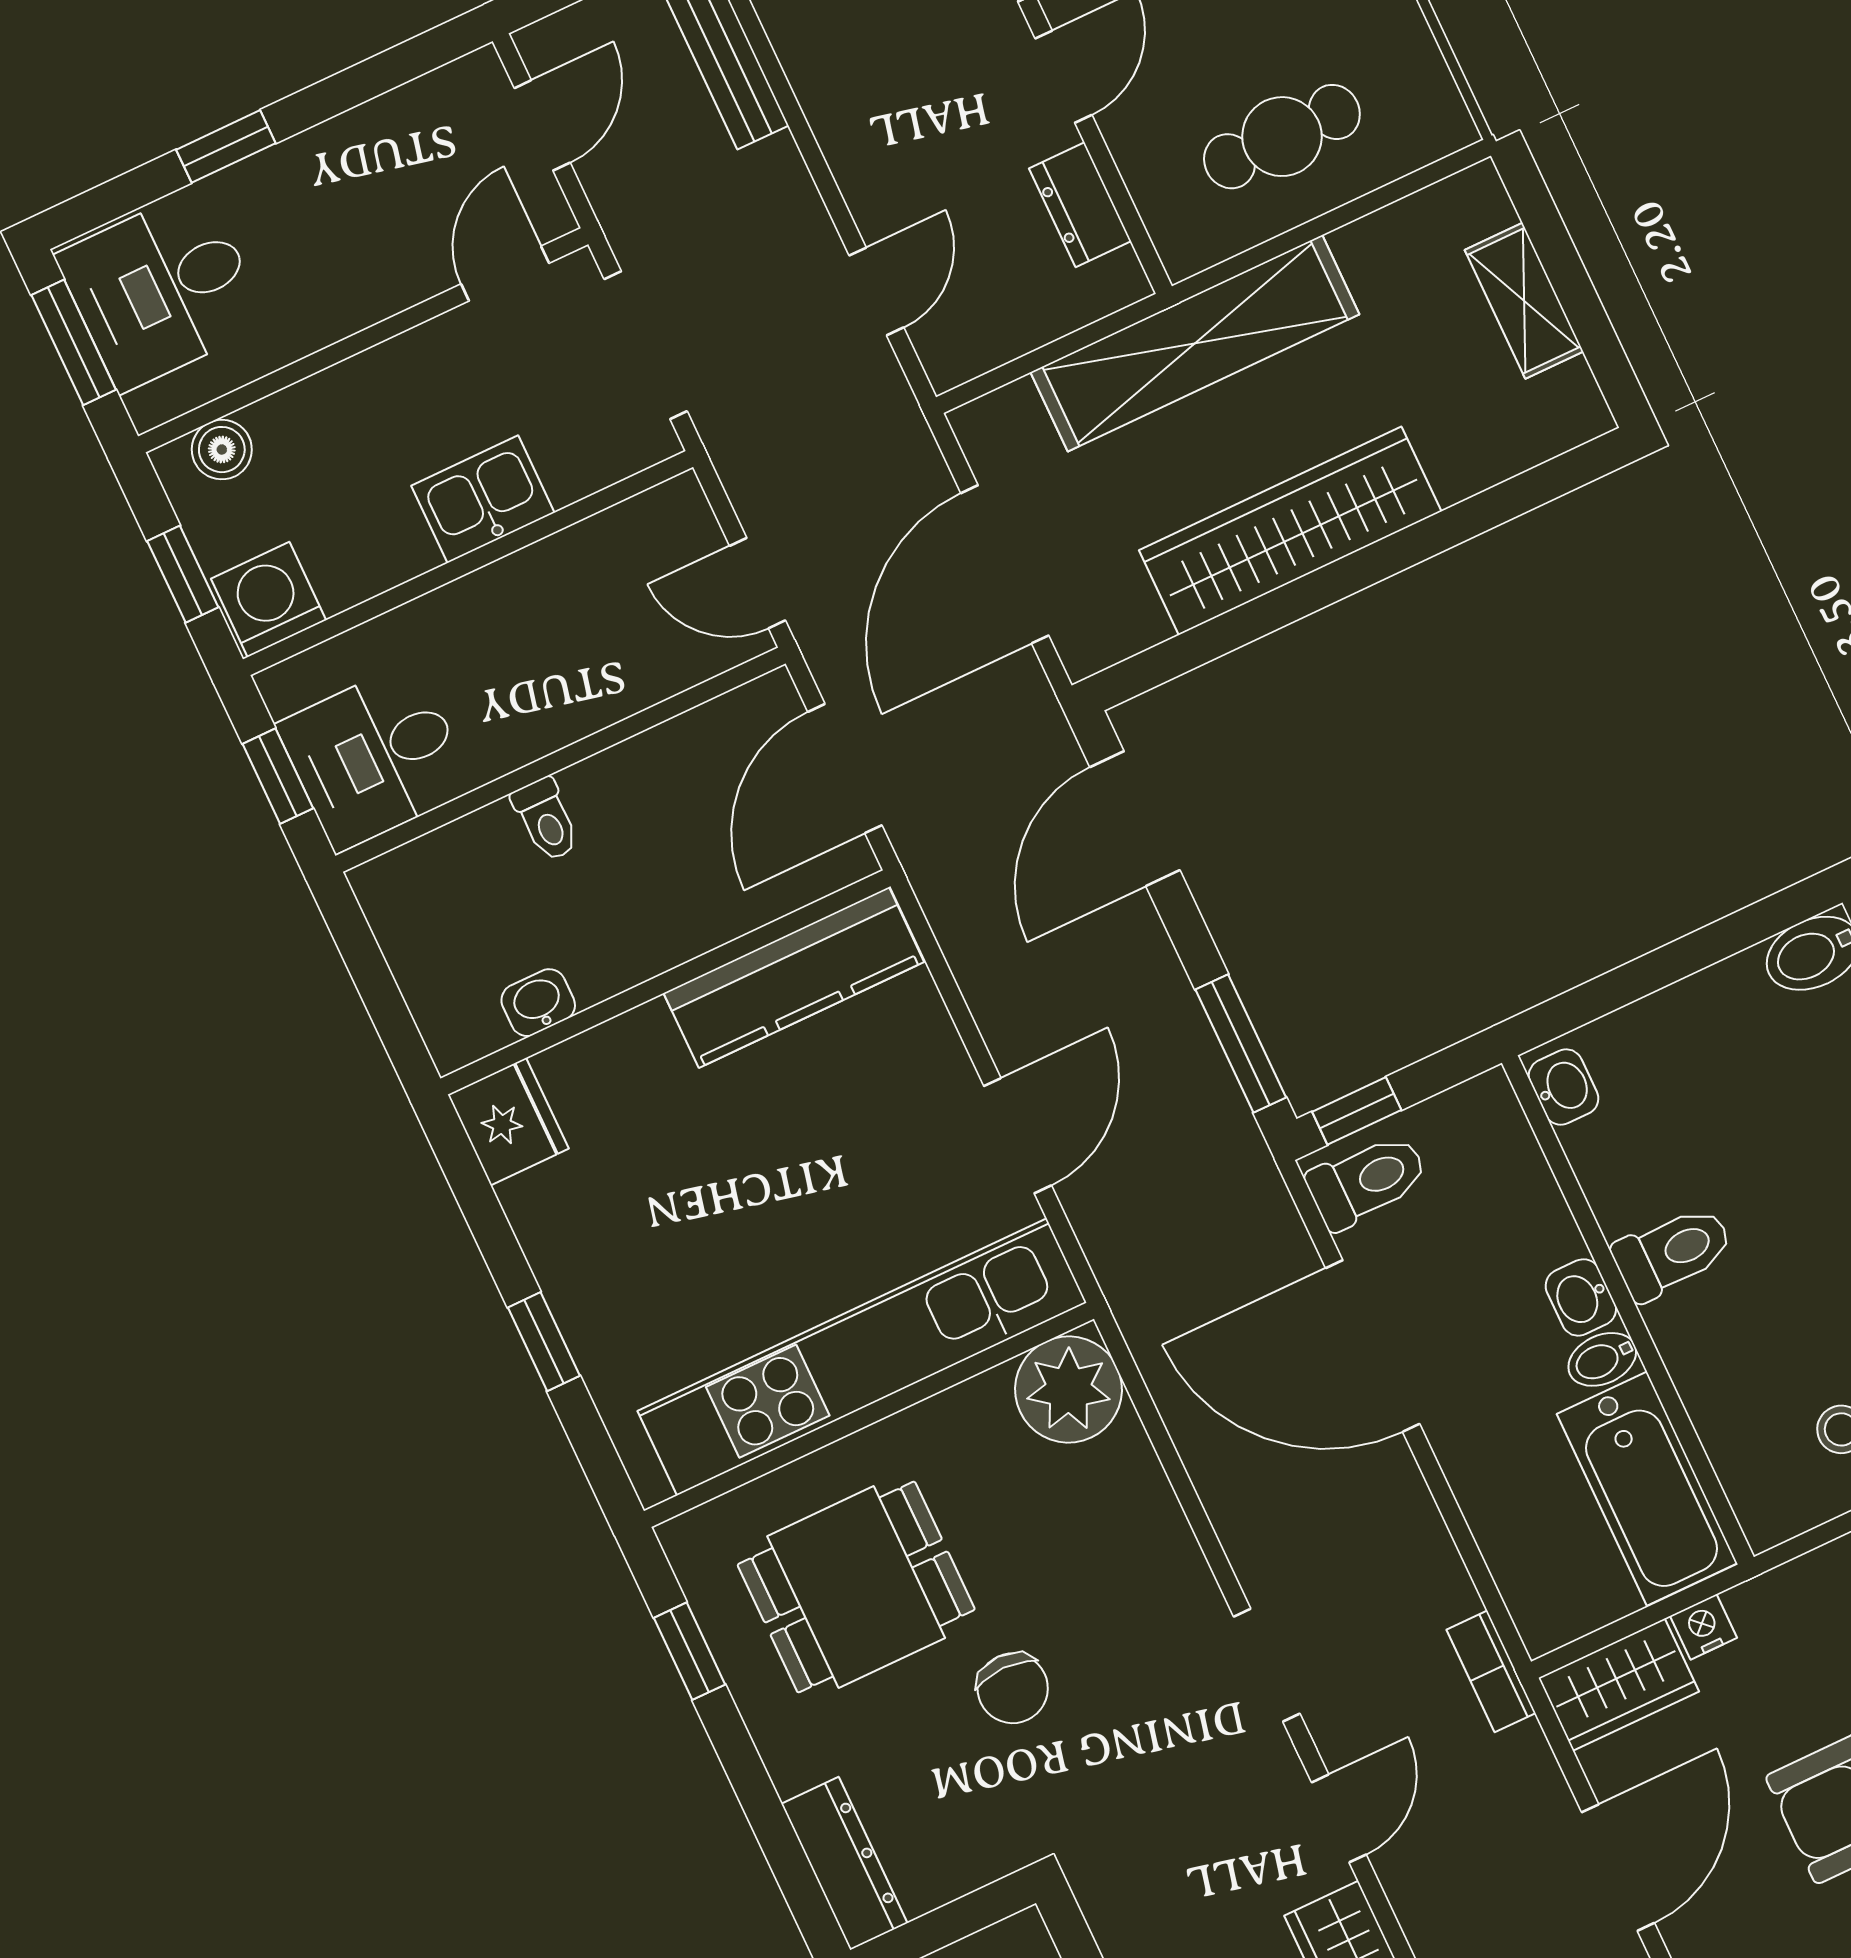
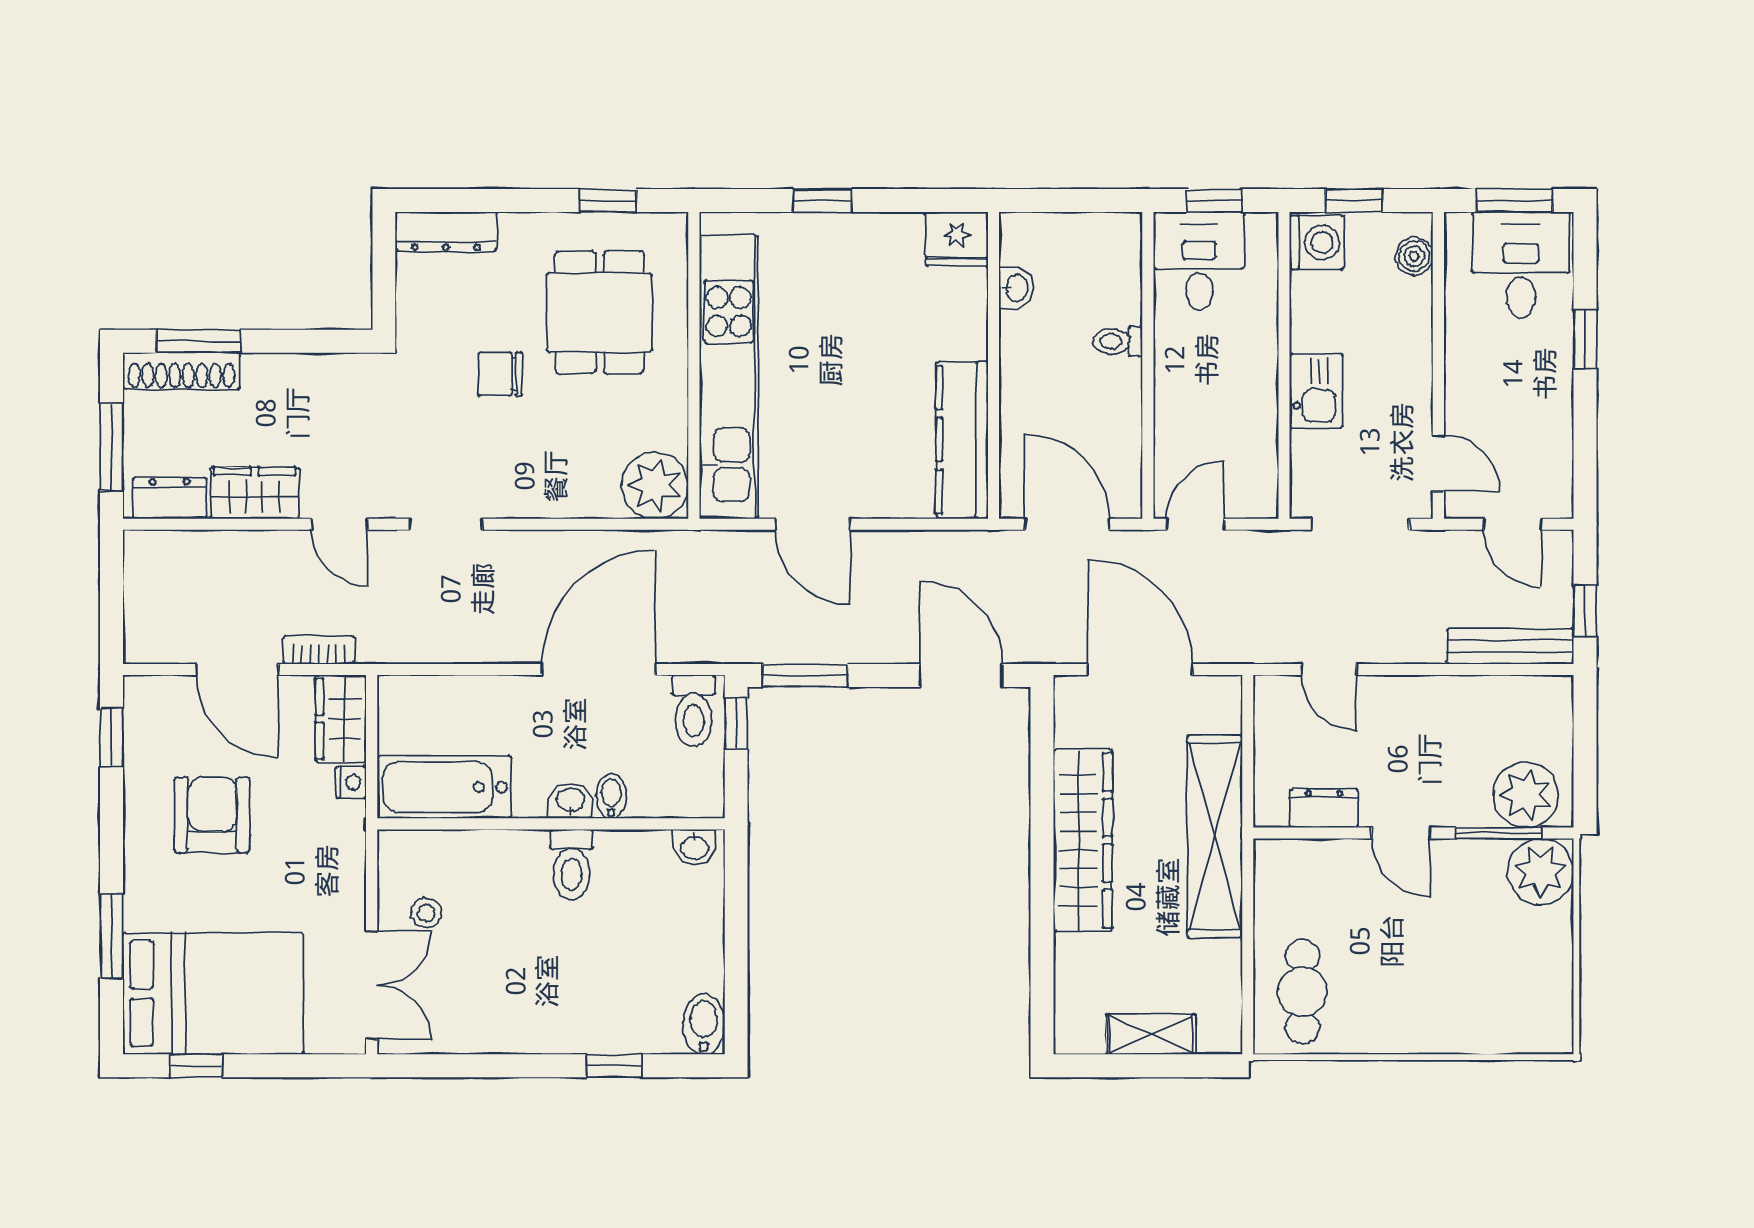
cafe table: (1282, 137) -> (1303, 992), moved
bidet: (1602, 1359) -> (611, 796), moved
bookcase: (1491, 1671) -> (319, 650), moved

